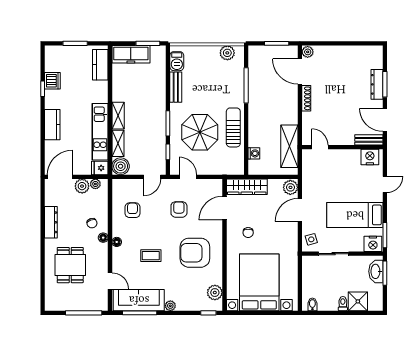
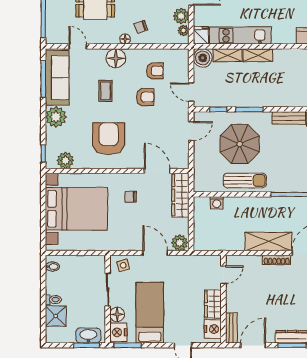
shelving: (289, 146) -> (268, 242), moved
wardrobe: (347, 157) -> (213, 304), added
armchair: (179, 209) -> (145, 97), moved
floor lamp: (117, 242) -> (116, 58), width x1.89, depth x1.89
floor lamp: (356, 245) -> (117, 314), added
door: (110, 281) -> (78, 46), swing flipped
plant: (170, 306) -> (56, 117), width x1.87, depth x1.87

